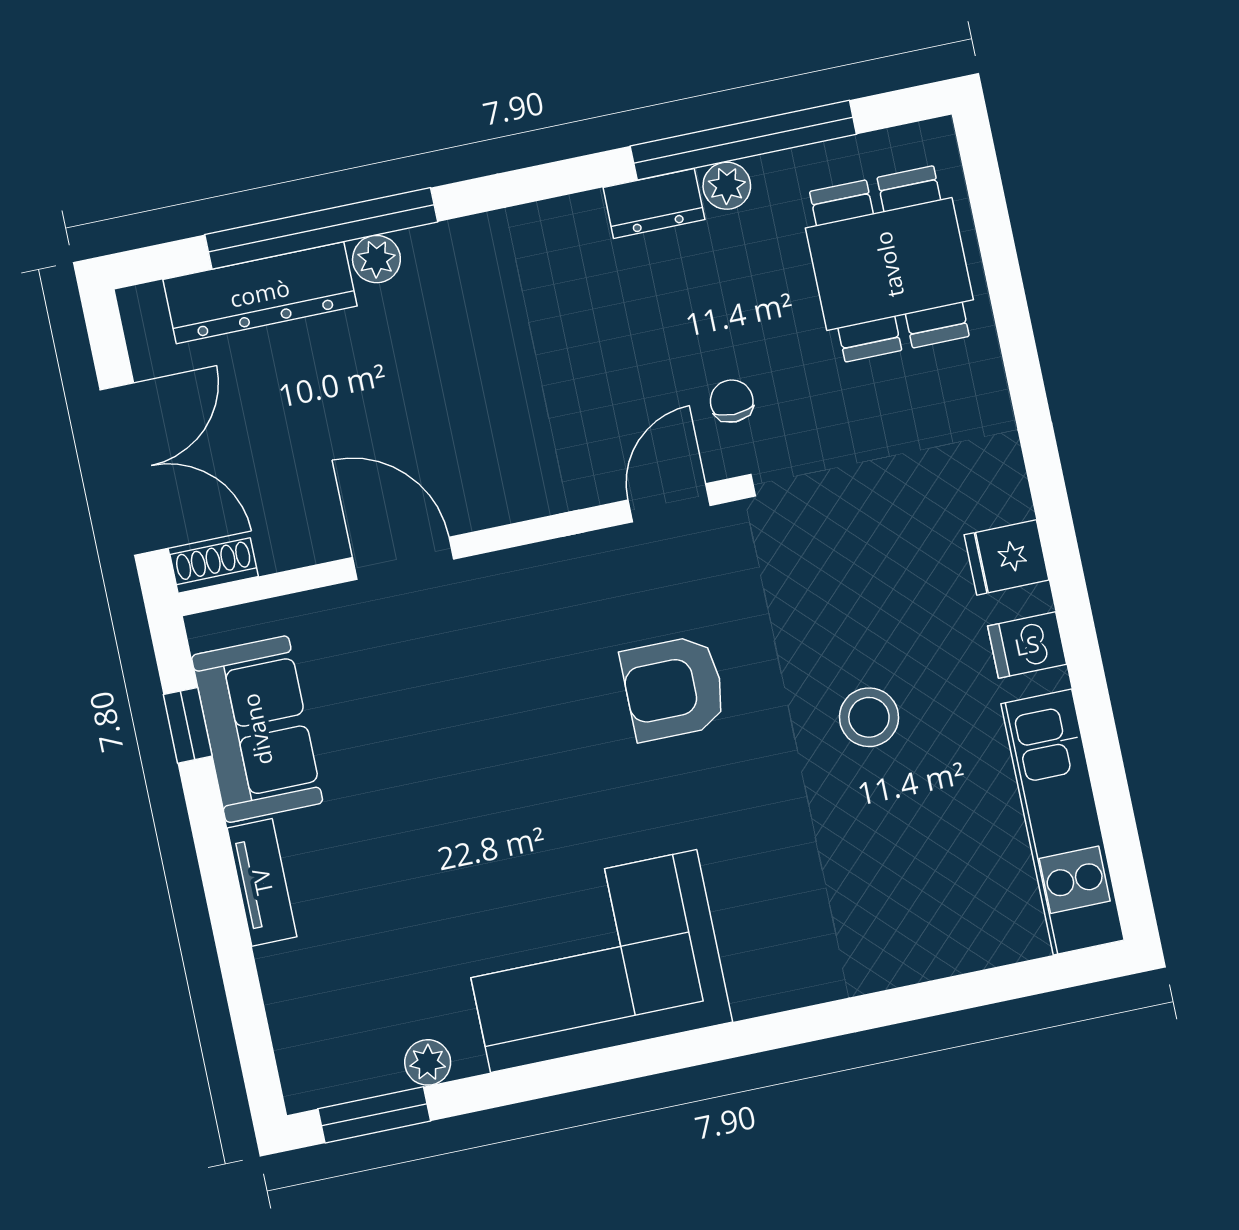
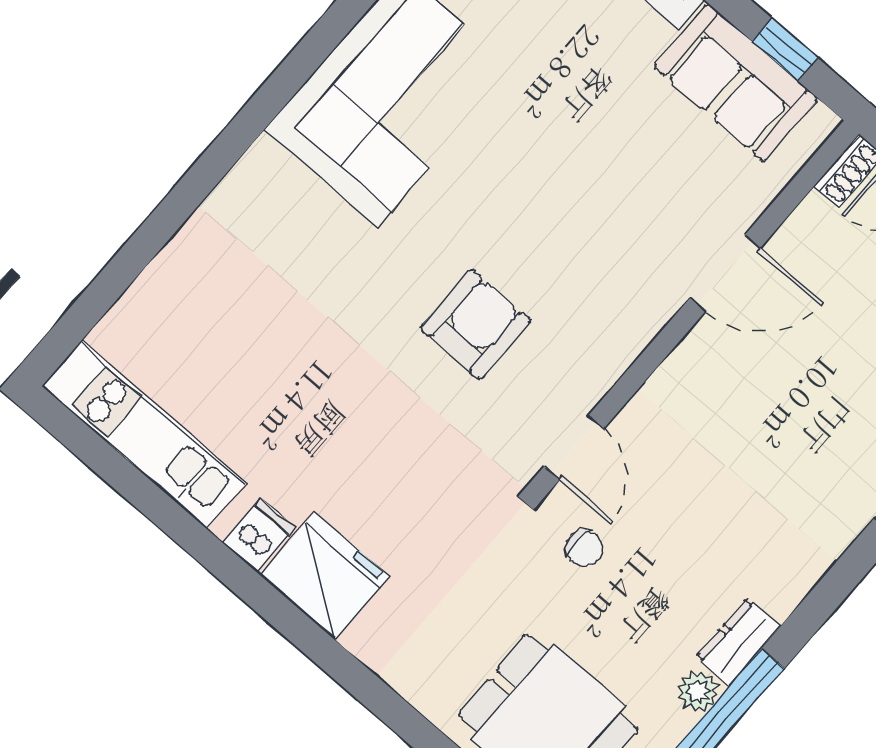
fridge: (1007, 557) -> (325, 576), width x1.88, depth x1.34
stool: (869, 717) -> (329, 405), removed

